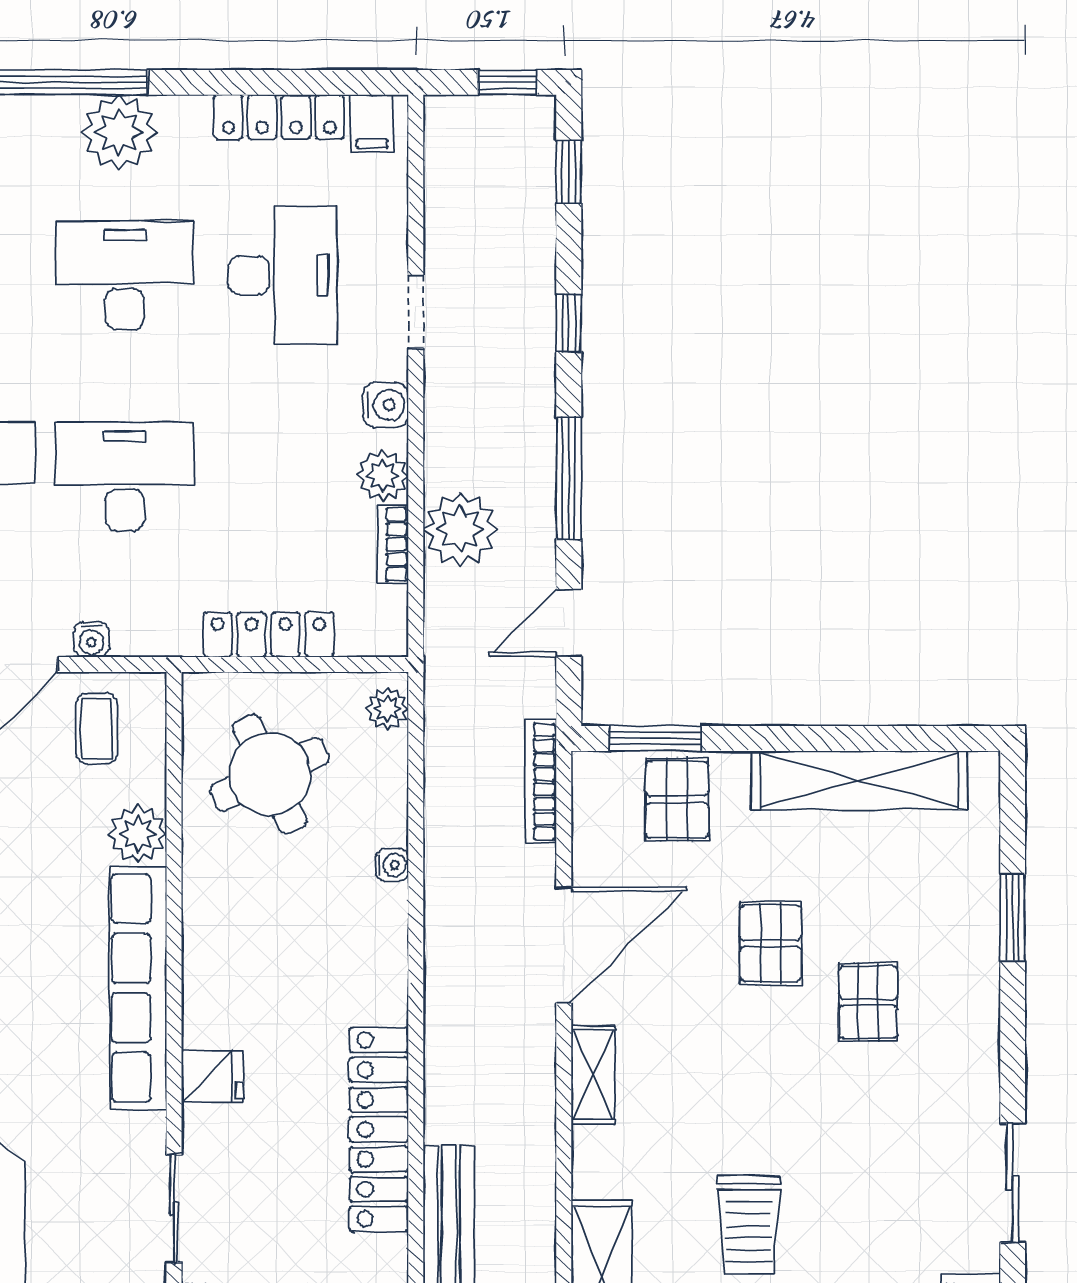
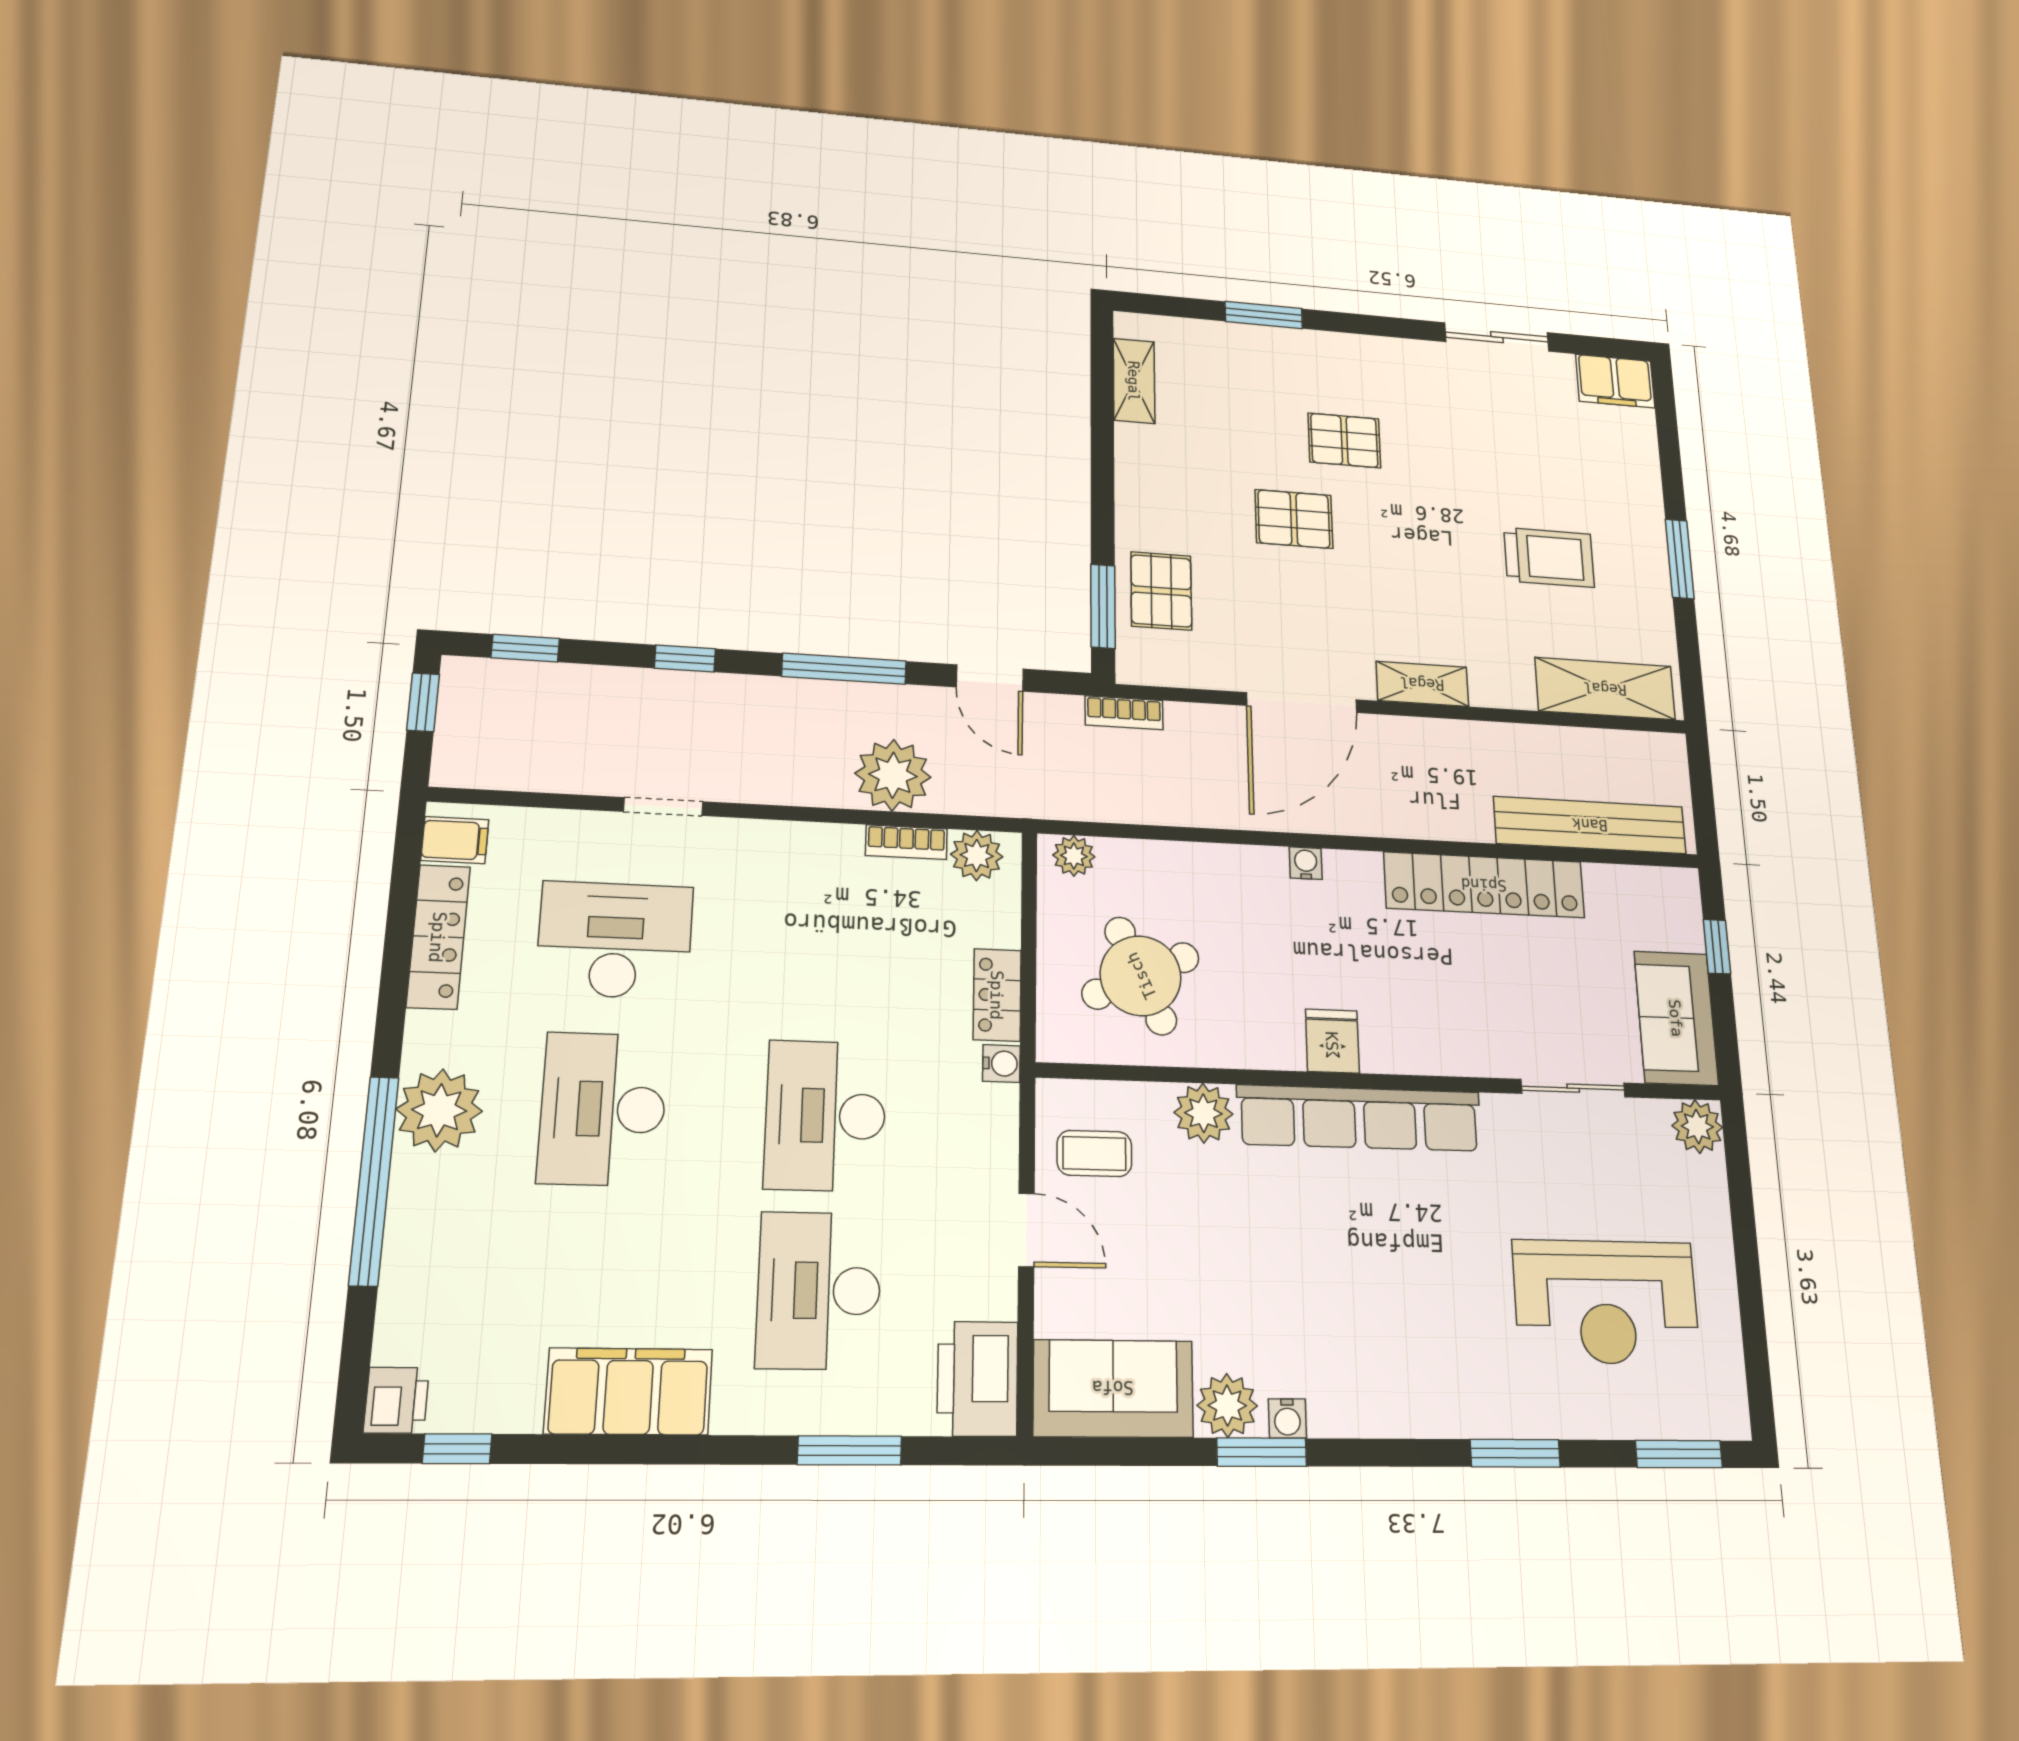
water cooler: (386, 405) -> (761, 842), removed
plant: (383, 476) -> (977, 855), moved
locker: (268, 635) -> (997, 995), width x0.66
water cooler: (91, 639) -> (1001, 1063), moved
shelving: (859, 780) -> (1134, 381), width x0.45, depth x0.75
bookcase: (541, 782) -> (1124, 713), width x0.64
pallet: (677, 799) -> (1161, 591), turned 90
water cooler: (392, 865) -> (1306, 863), moved
door: (564, 945) -> (1302, 703), swing flipped
fridge: (212, 1077) -> (1332, 1041), moved

